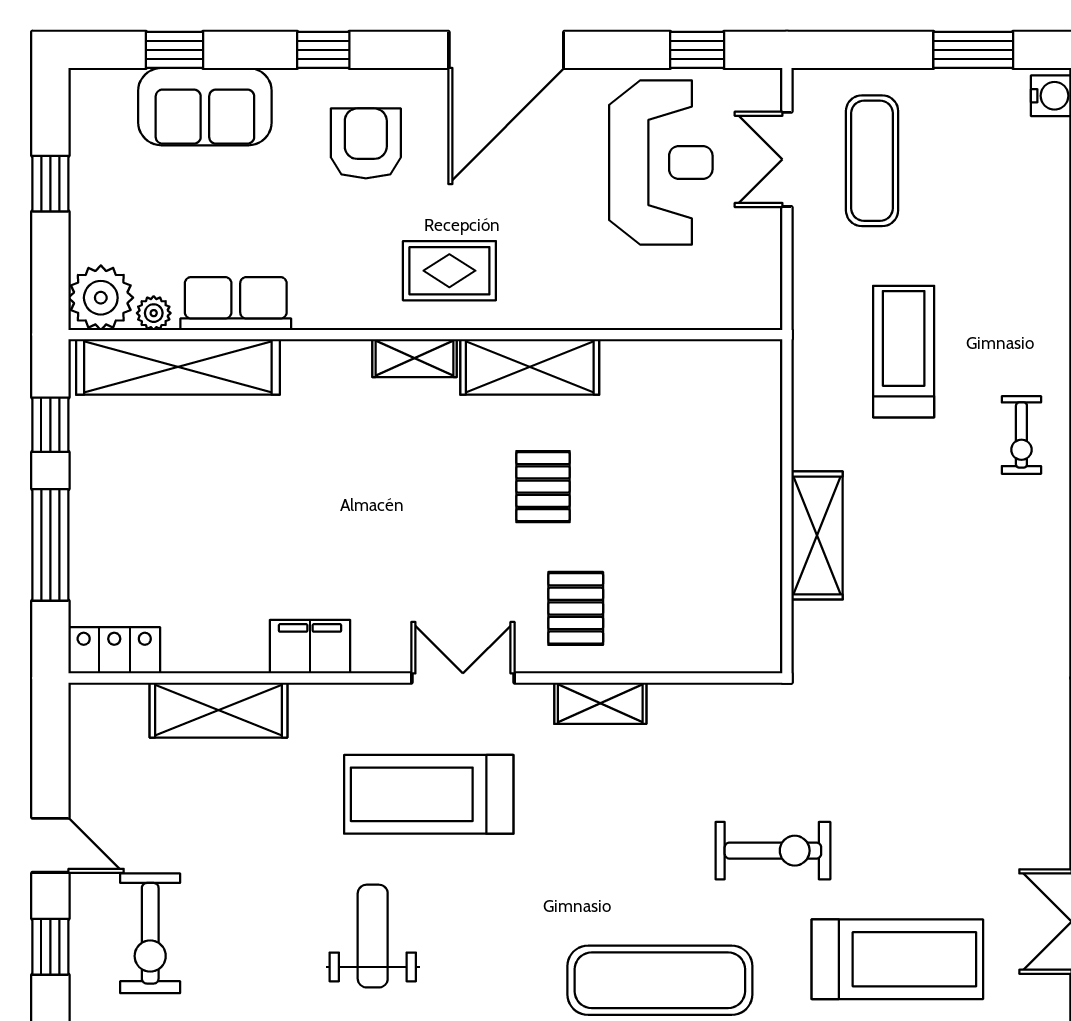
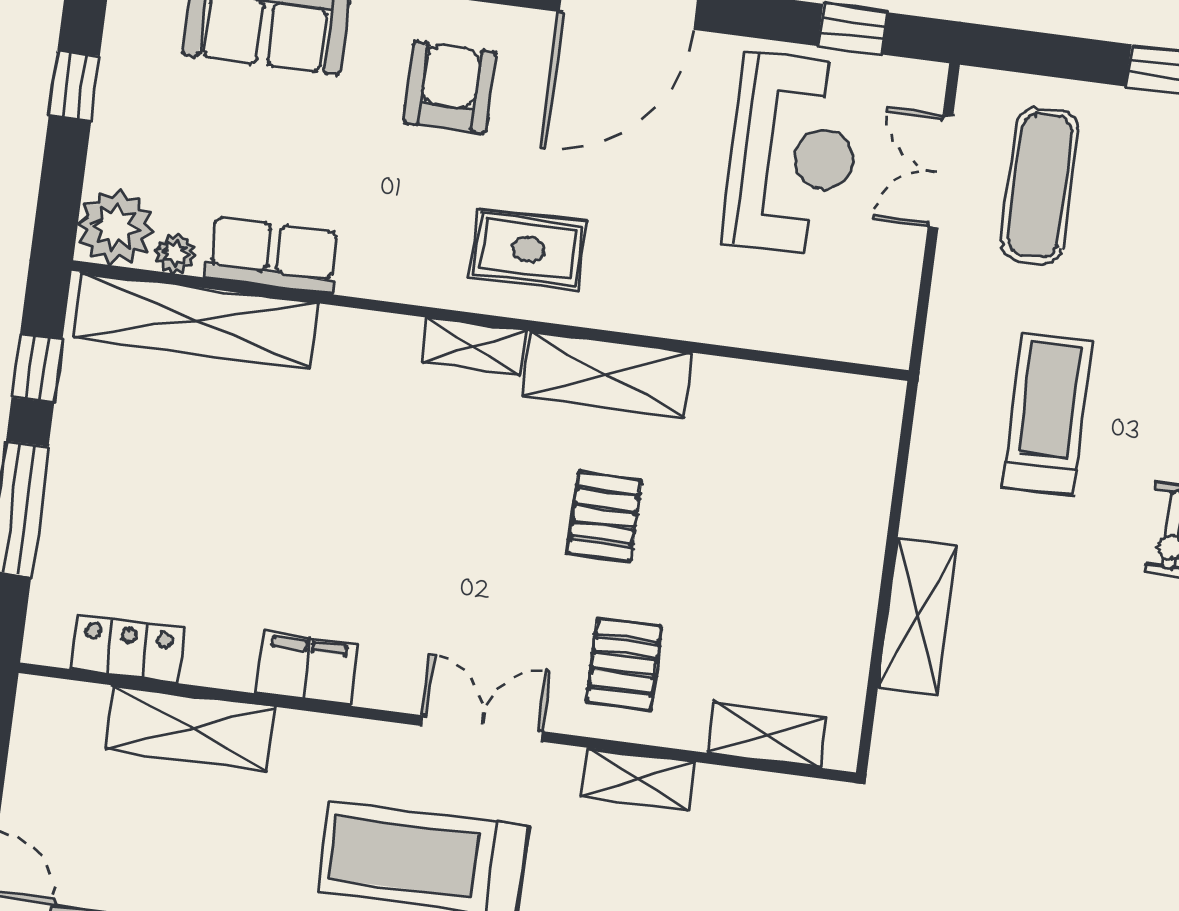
locker: (114, 650) -> (127, 649), moved
shelving: (703, 652) -> (767, 735), added

